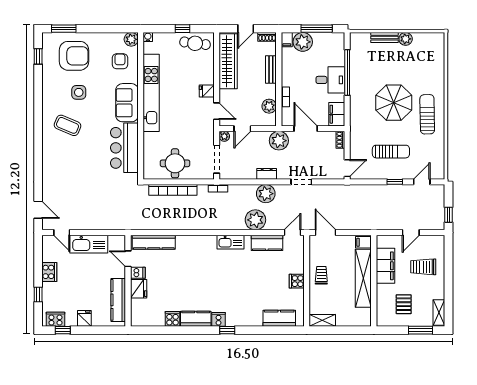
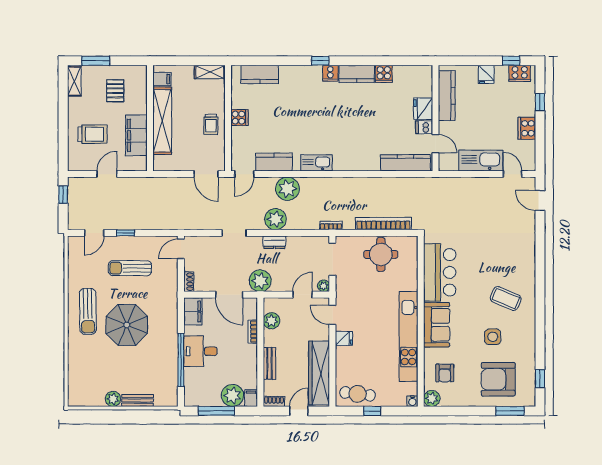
filing cabinet: (363, 242) -> (162, 79), moved

